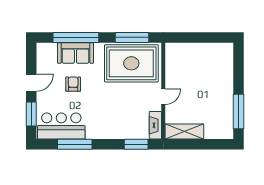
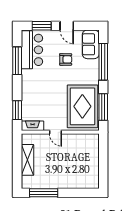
sofa: (75, 53) -> (91, 44), moved
shelving: (184, 132) -> (27, 160), moved

